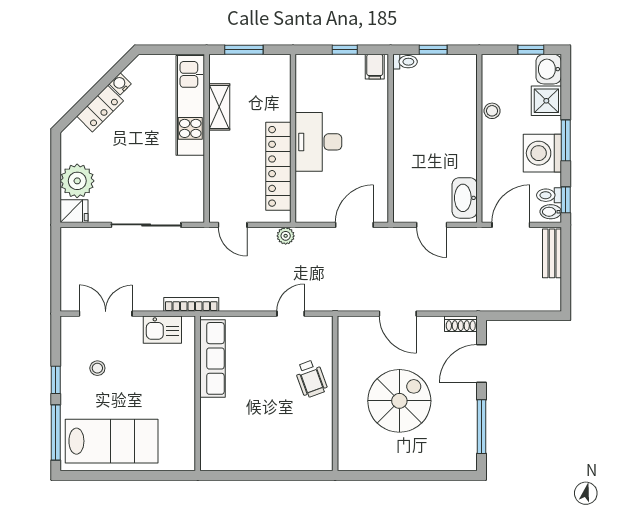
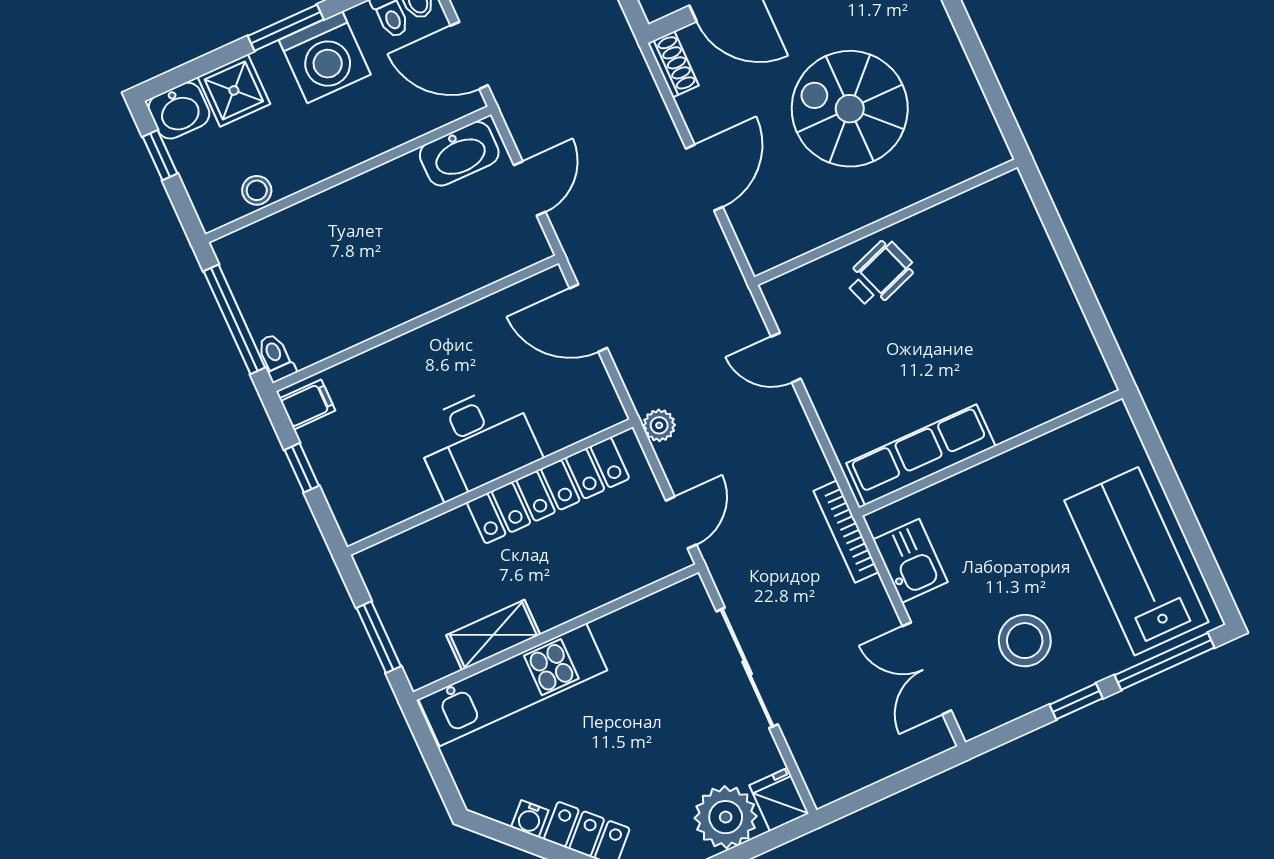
window: (433, 50) -> (234, 319), width x2.17
stool: (492, 111) -> (257, 190), moved
stool: (97, 368) -> (1025, 641), width x1.89, depth x1.89

